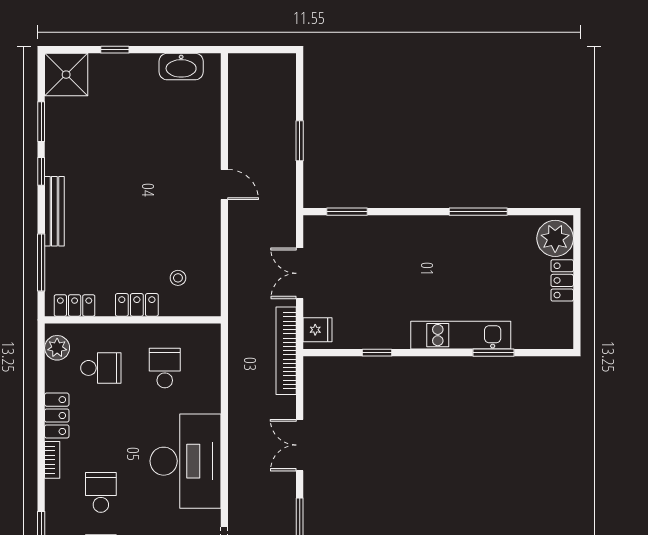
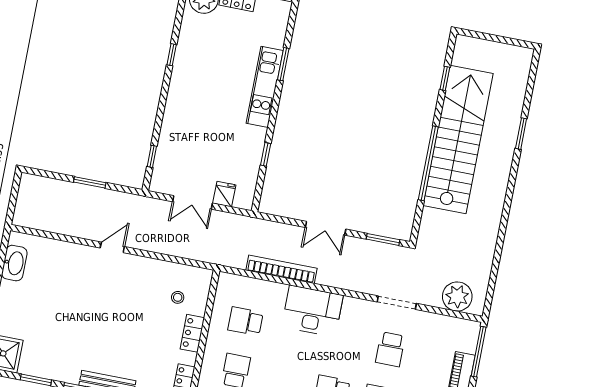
window: (347, 212) -> (152, 156), width x0.67
window: (478, 212) -> (172, 55), width x0.46
fridge: (318, 330) -> (224, 194), moved
bookcase: (286, 351) -> (281, 269), moved, turned 180
desk: (186, 461) -> (312, 311), width x0.73, depth x0.77

